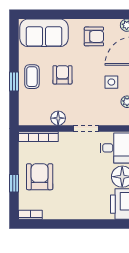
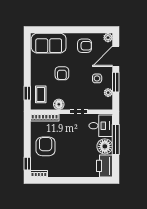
armchair: (62, 75) -> (62, 73), turned 180
coffee table: (32, 77) -> (41, 94), moved
window: (14, 81) -> (27, 93), moved
window: (14, 183) -> (27, 164), moved

